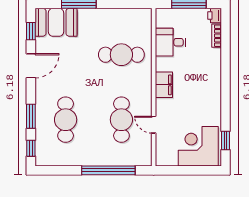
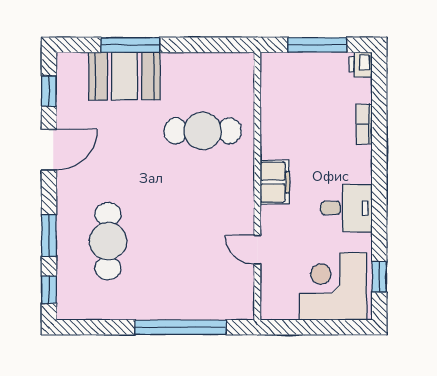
booth: (56, 22) -> (125, 76), moved
bookcase: (217, 36) -> (364, 124), moved
desk: (170, 42) -> (347, 208), moved, turned 180
cafe table: (121, 120) -> (203, 241), removed

